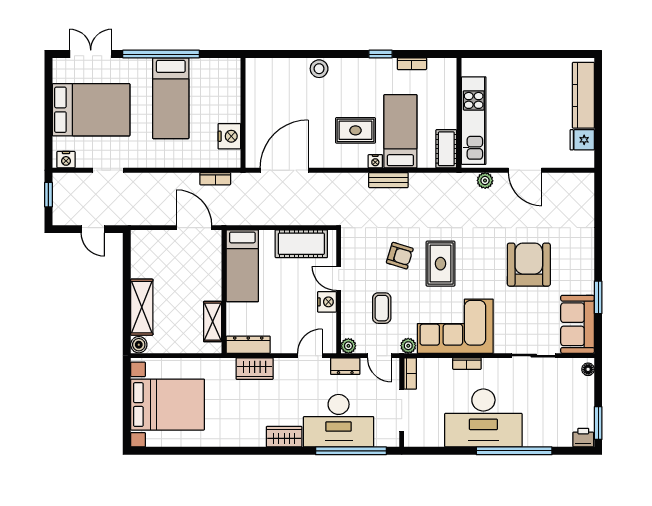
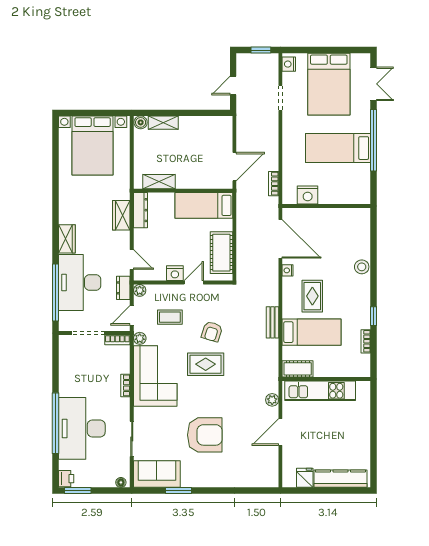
nightstand: (375, 161) -> (288, 270), moved
shelving: (142, 307) -> (163, 123), width x0.67, depth x0.75
desk: (483, 418) -> (82, 428), moved

